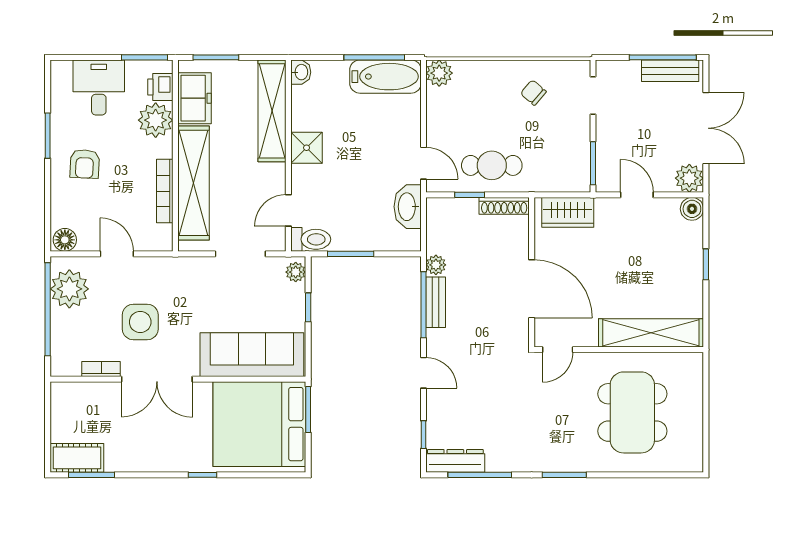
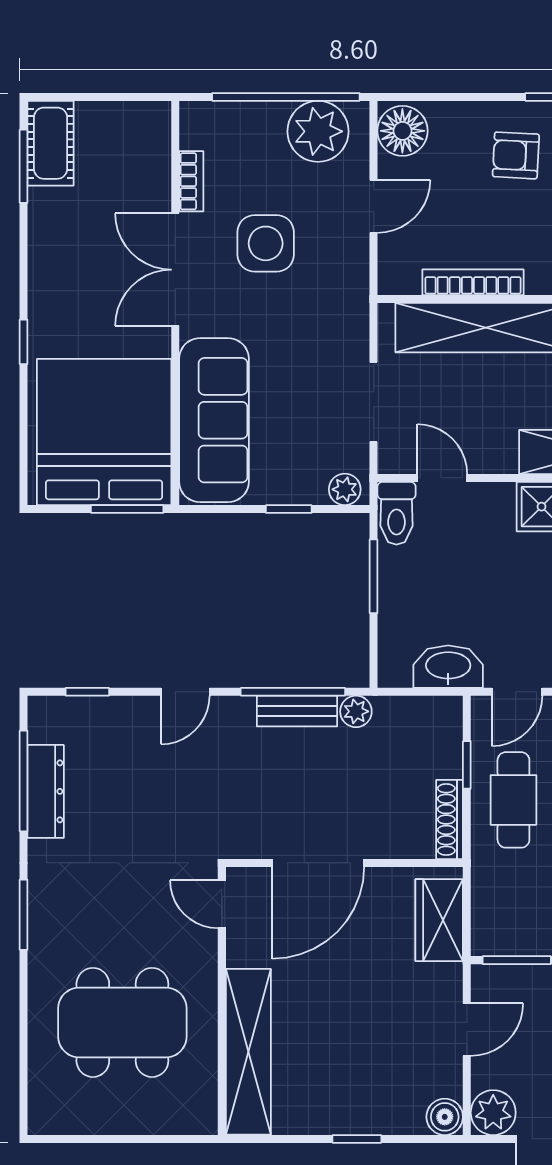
floor lamp: (65, 240) -> (402, 131), width x1.38, depth x1.38
dresser: (455, 461) -> (46, 791), moved

